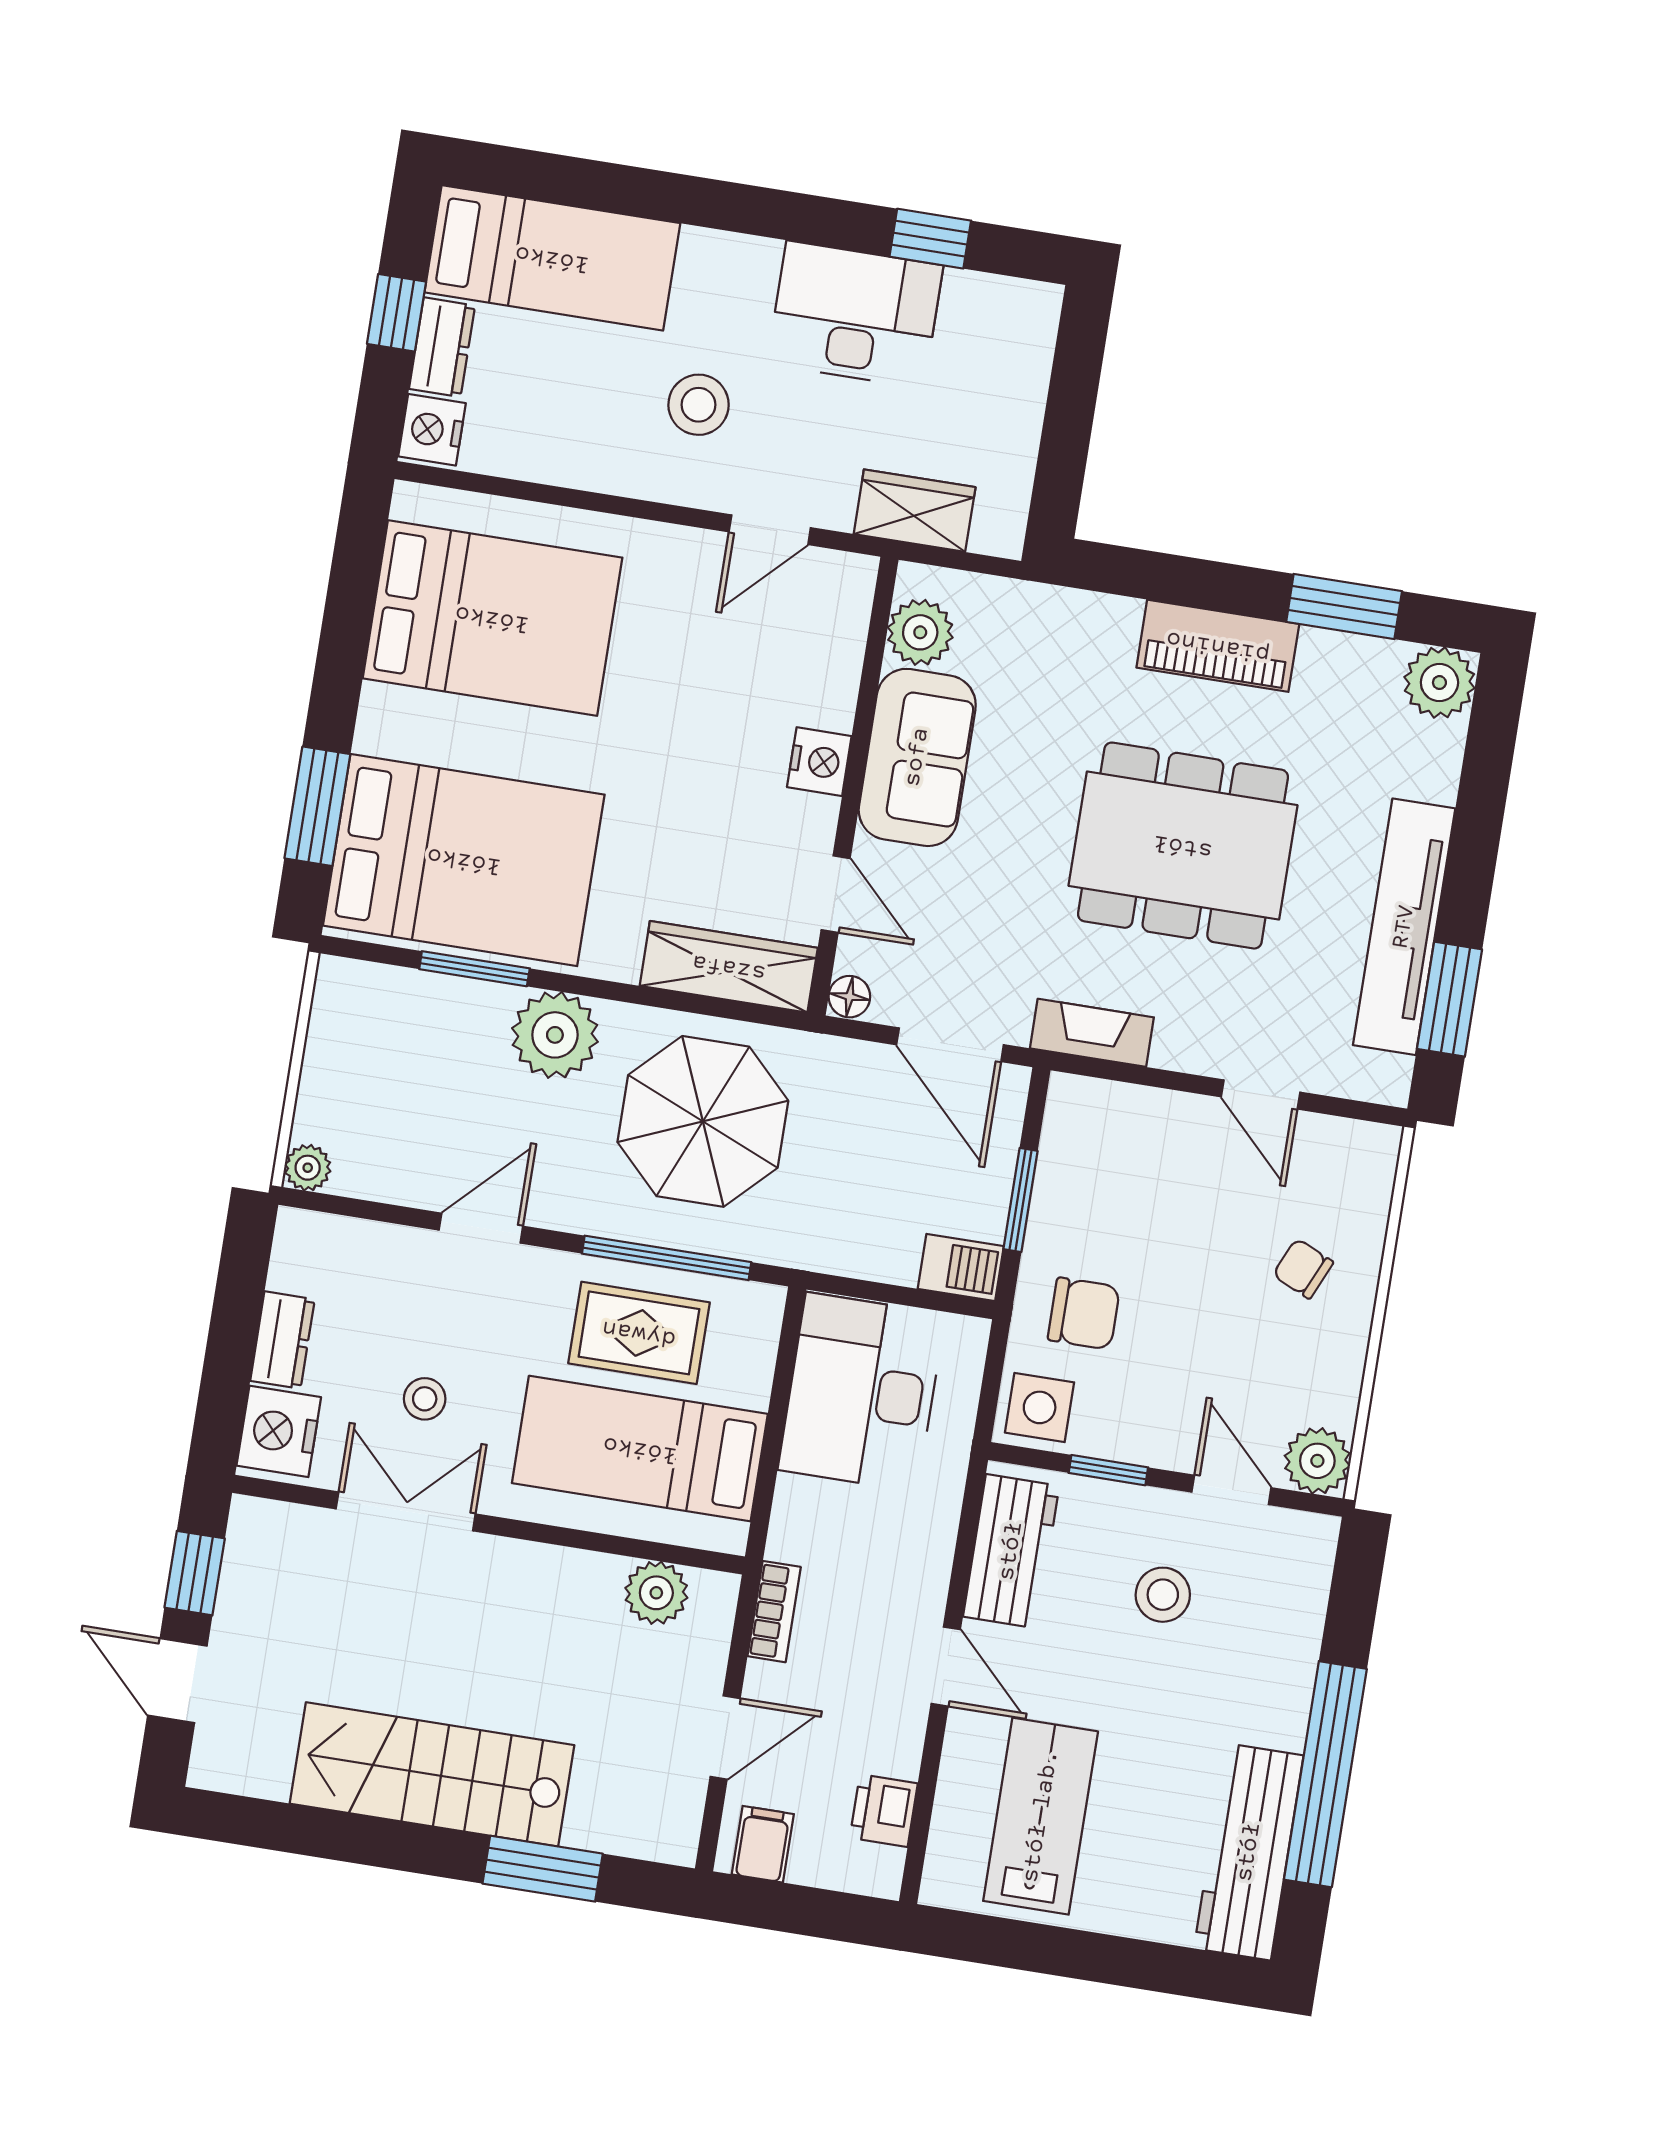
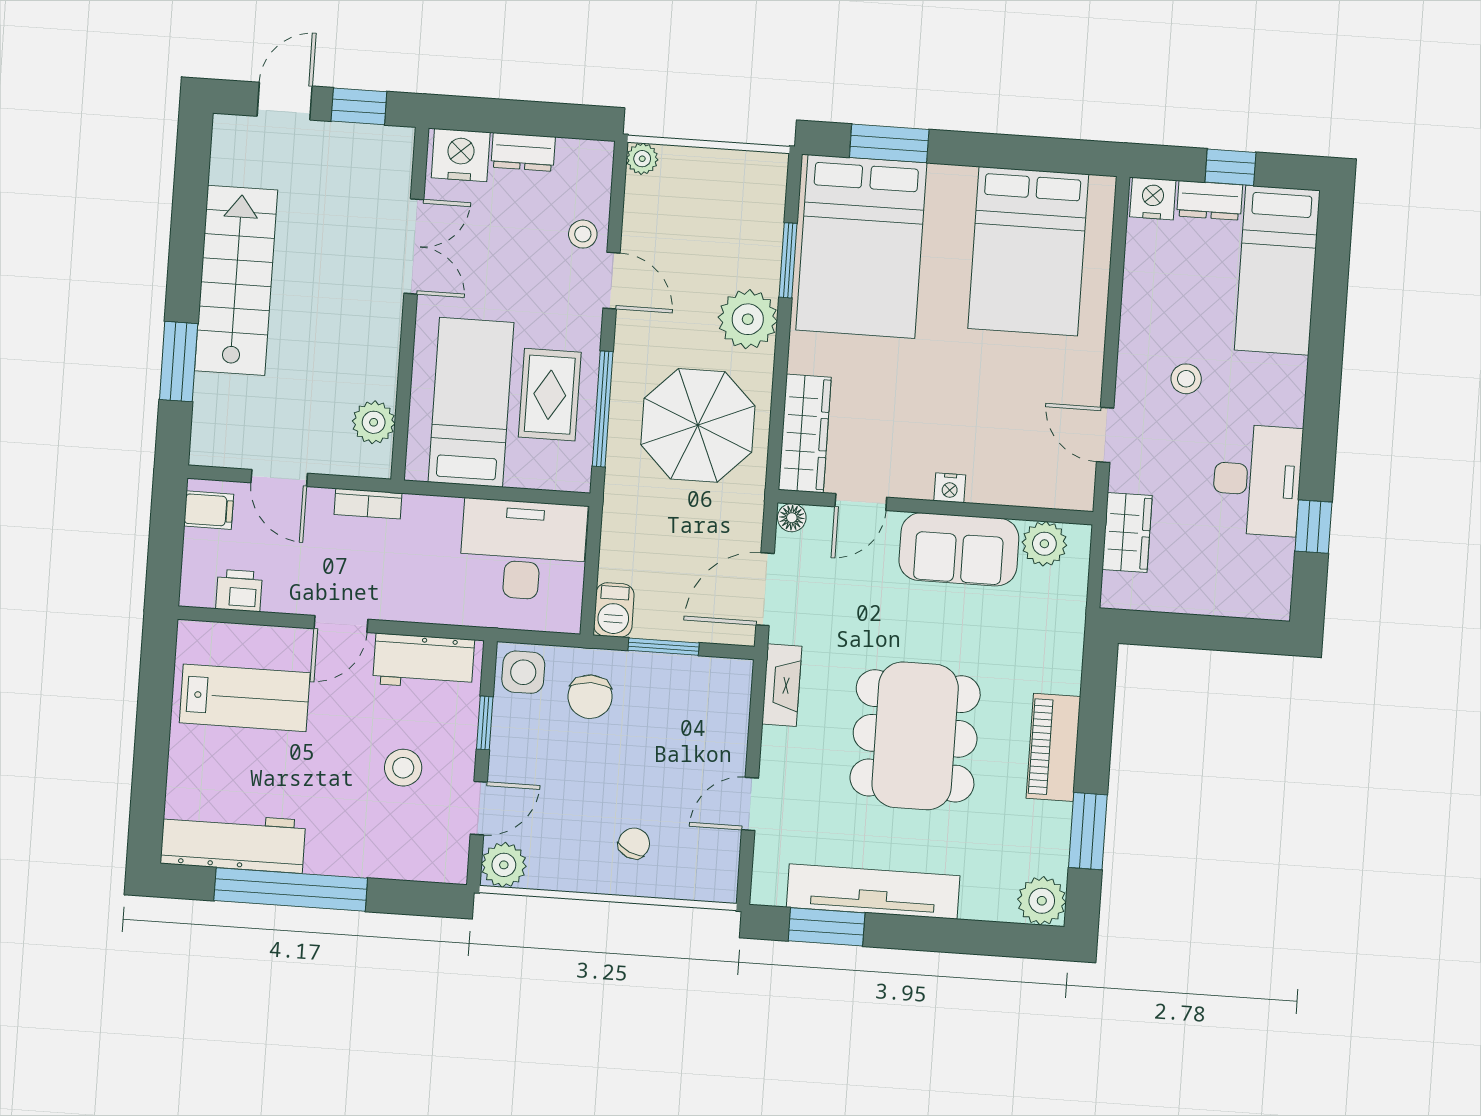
stool: (699, 405) -> (1186, 379), width x0.73, depth x0.73
nightstand: (819, 762) -> (950, 488), width x0.72, depth x0.74
stool: (425, 1399) -> (583, 234), moved

